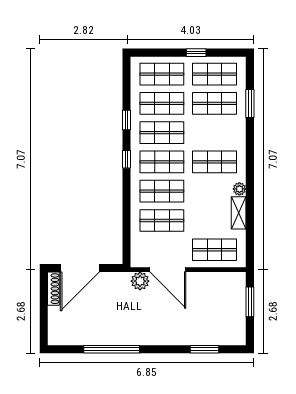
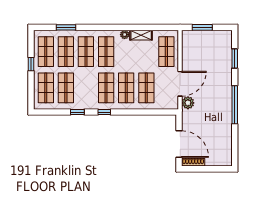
shop shelf: (162, 133) -> (86, 52), moved
window: (112, 349) -> (235, 105), moved

